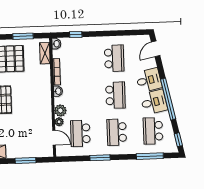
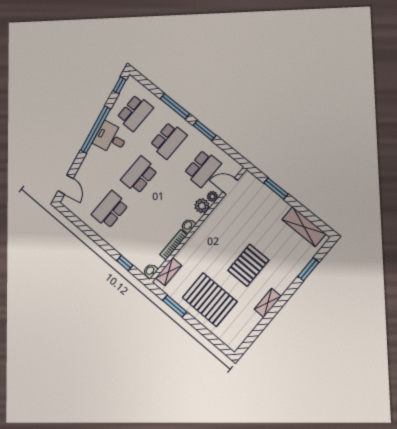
door: (156, 49) -> (66, 185), hinge flipped
desk: (149, 80) -> (97, 162), removed
door: (54, 138) -> (230, 186), hinge flipped
window: (150, 156) -> (175, 106), moved

